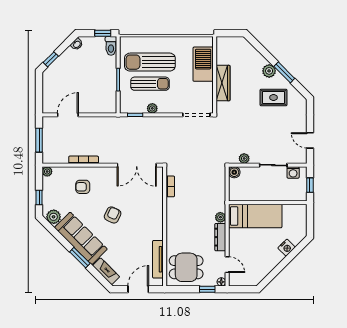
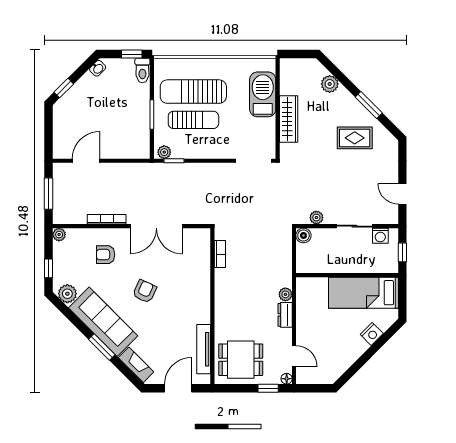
plant: (269, 71) -> (330, 84), moved
plant: (152, 108) -> (164, 152), moved
double door: (137, 165) -> (156, 226), moved
bed: (255, 216) -> (363, 293), moved, turned 180
dresser: (220, 237) -> (285, 315), width x0.70

